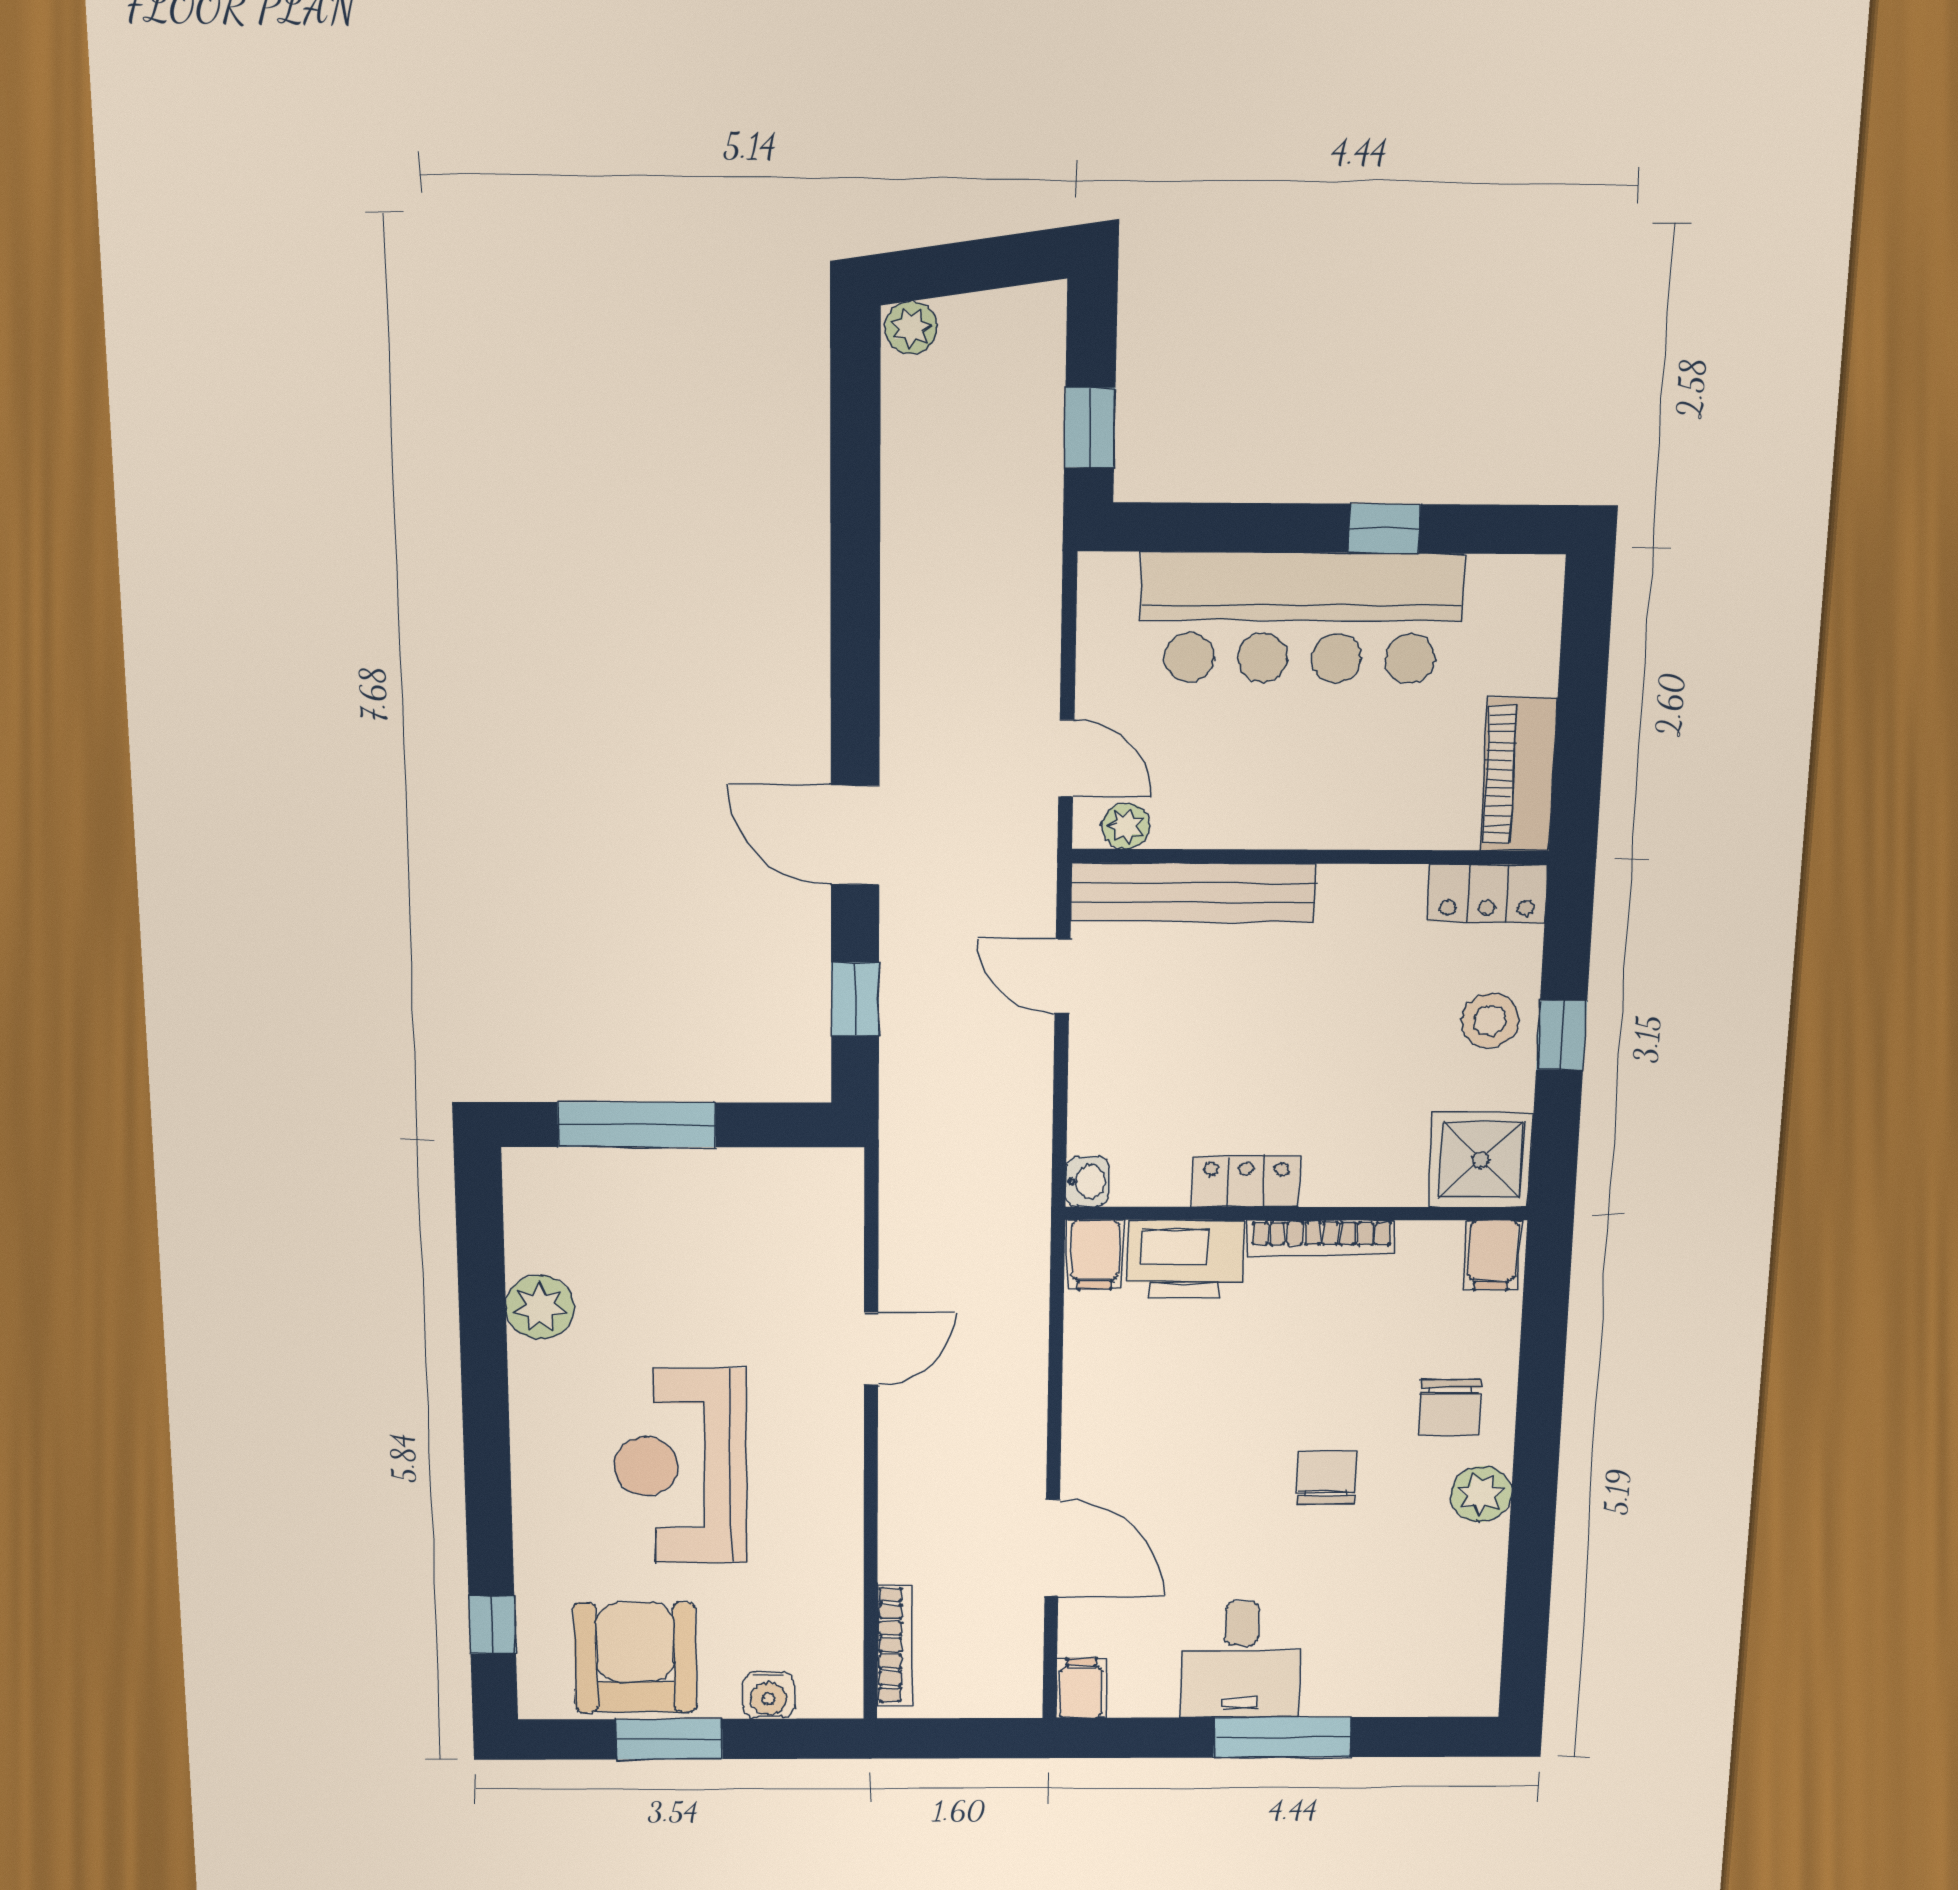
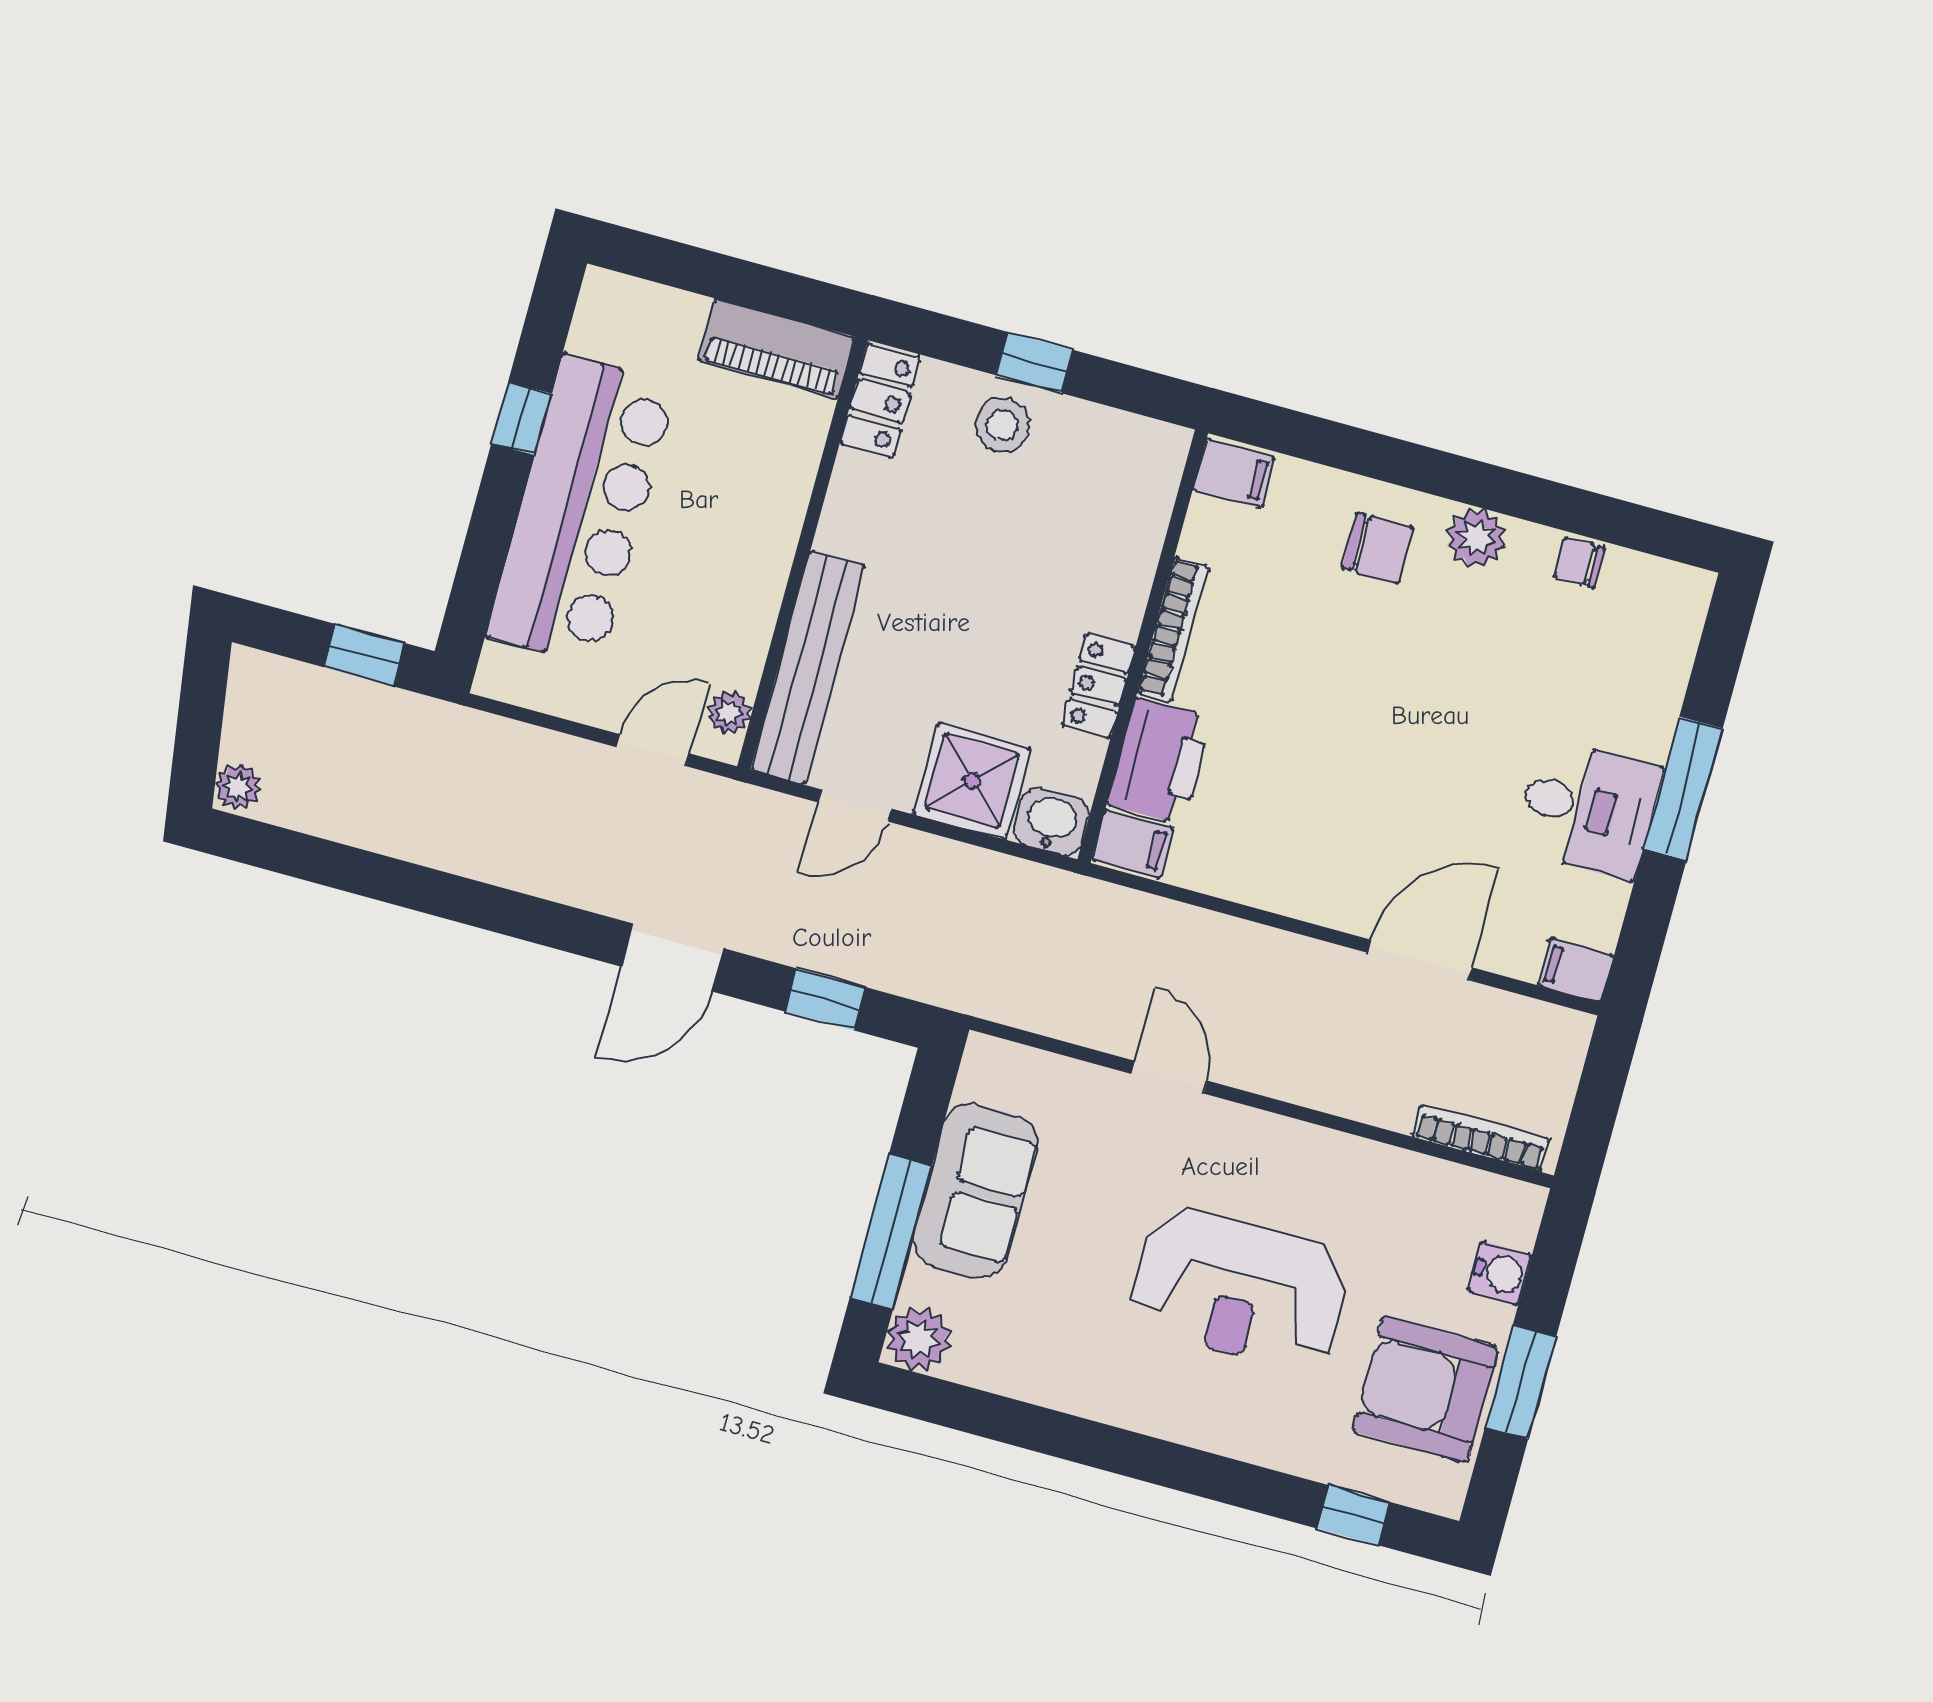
shower: (1481, 1160) -> (972, 781), moved
washbasin: (1087, 1182) -> (1051, 822), width x1.38, depth x1.45
sofa: (703, 1195) -> (976, 1191), added
plant: (540, 1307) -> (919, 1339), moved
chair: (1326, 1478) -> (1579, 562), moved, width x0.73, depth x0.73

